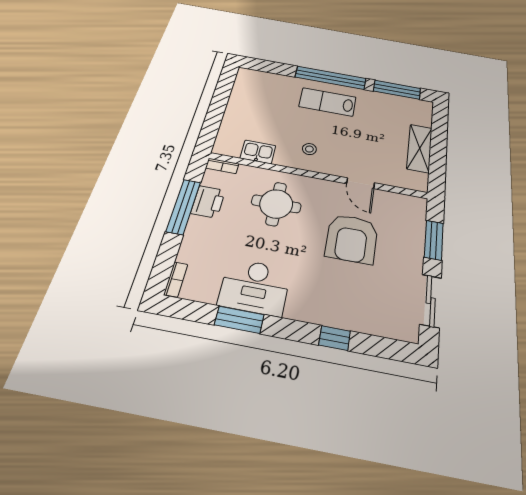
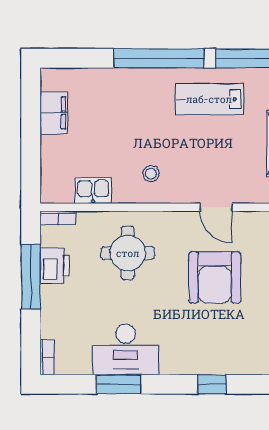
filing cabinet: (241, 95) -> (54, 113), added
lab bench: (328, 102) -> (209, 99), moved

